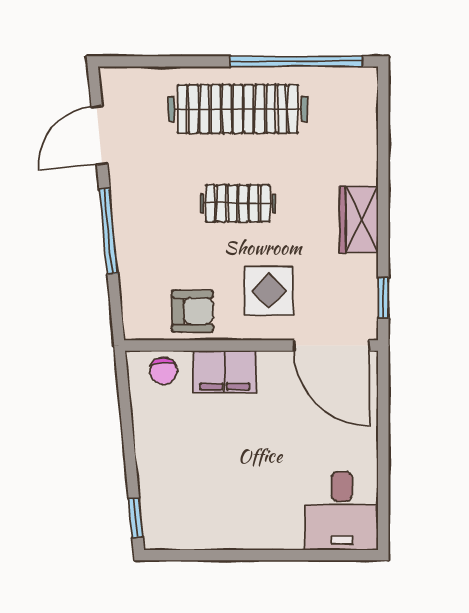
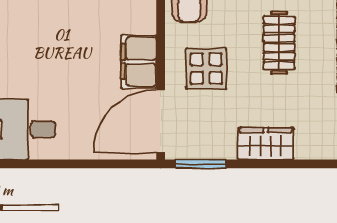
window: (383, 298) -> (201, 164), width x1.50
filing cabinet: (225, 372) -> (139, 62), moved

